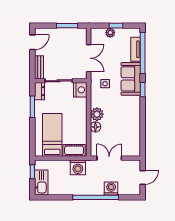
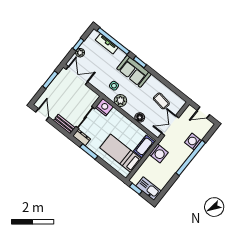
double door: (89, 58) -> (77, 76), moved
sofa: (131, 79) -> (134, 71), moved
plant: (97, 114) -> (120, 101), moved
coffee table: (124, 134) -> (161, 101), added
door: (143, 178) -> (203, 113), swing flipped

